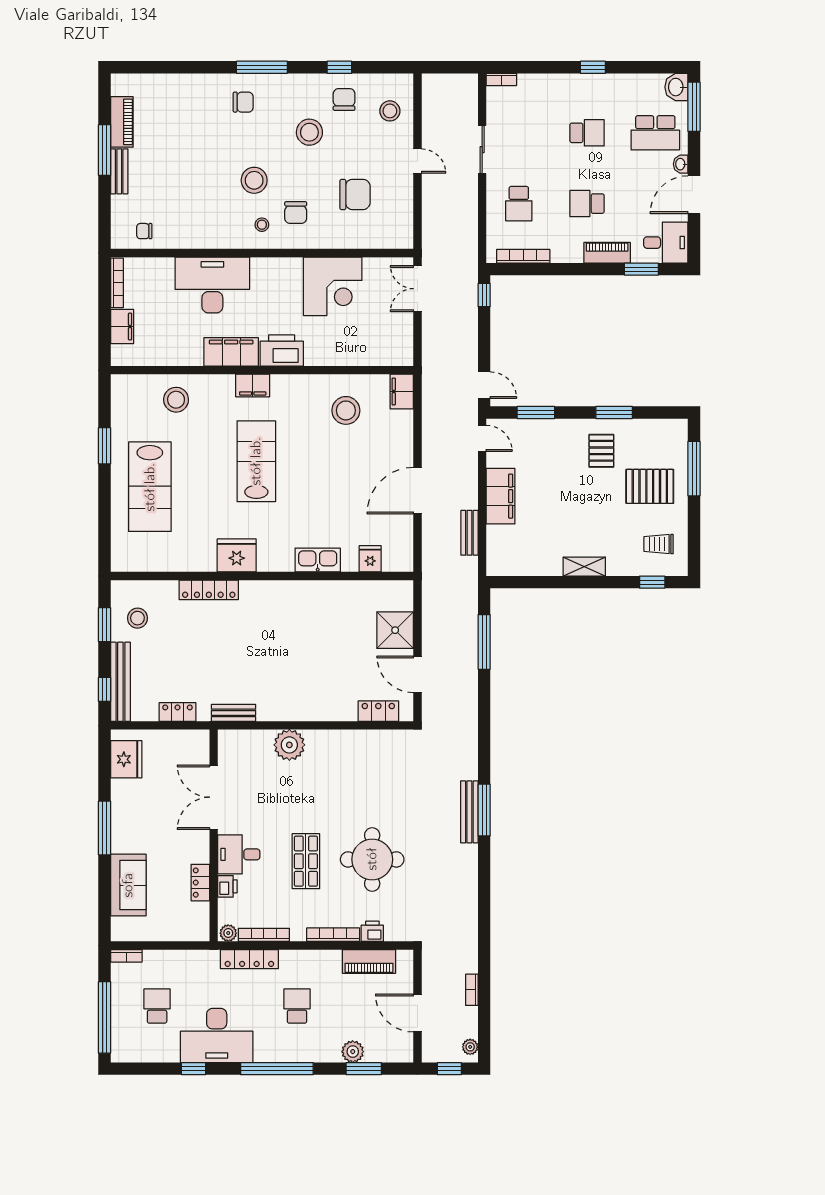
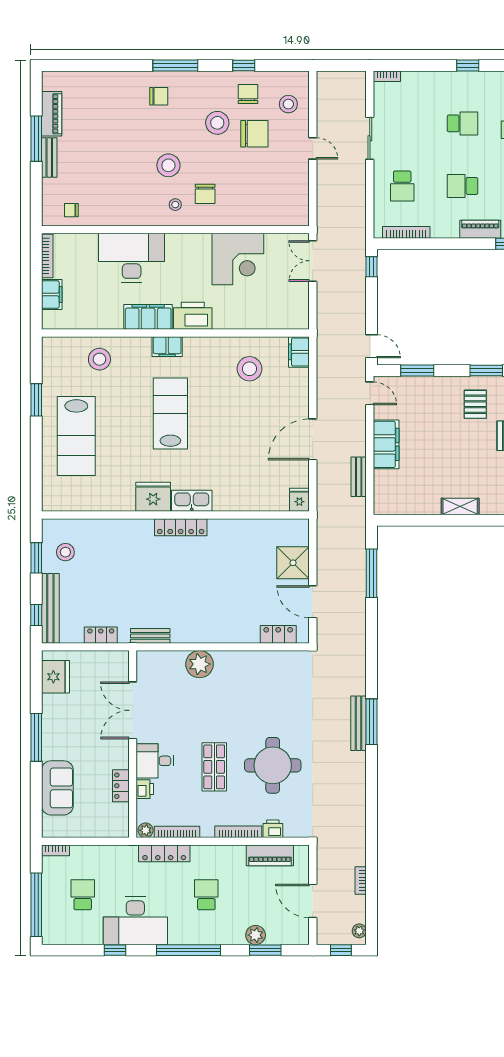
chair: (355, 194) -> (254, 134), moved
fridge: (370, 559) -> (299, 500), moved
kitchen sink: (318, 560) -> (192, 501), moved
locker: (209, 590) -> (181, 527), moved

